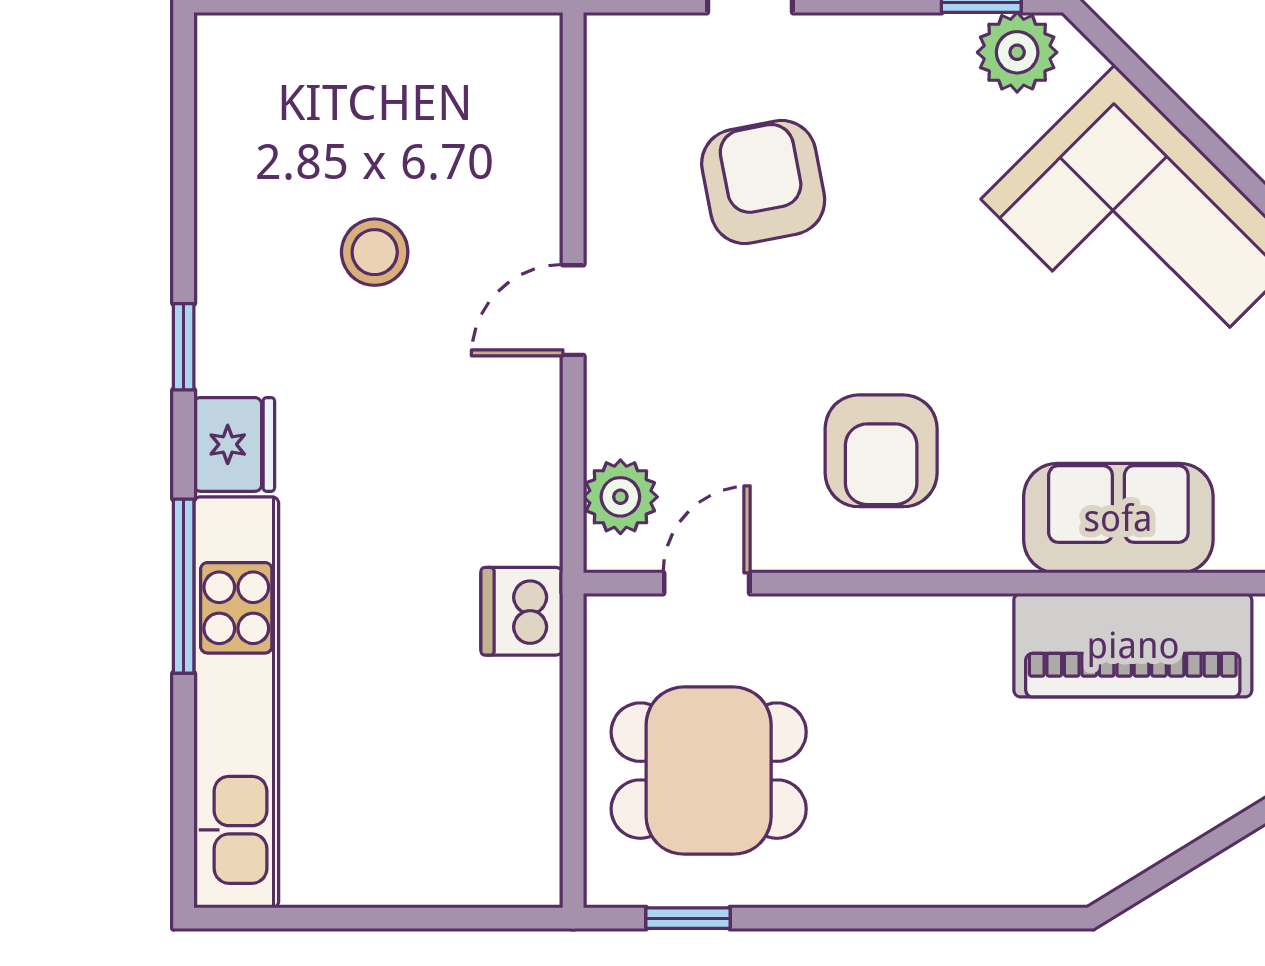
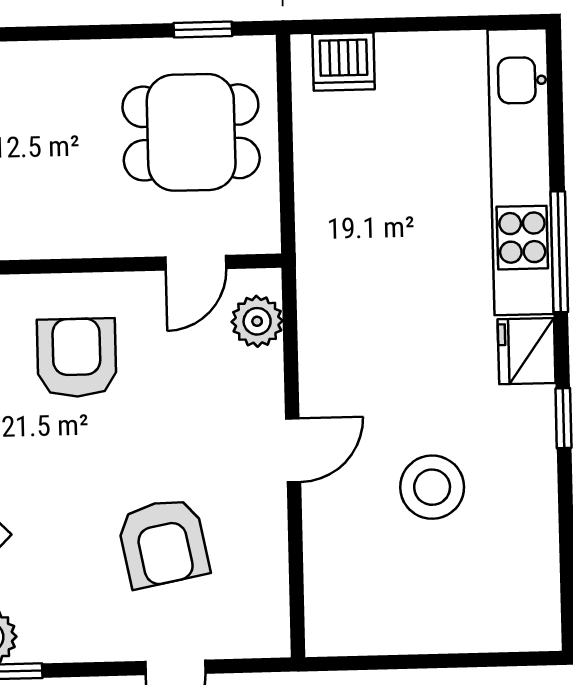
stool: (375, 252) -> (432, 487), width x1.38, depth x1.38
dishwasher: (522, 611) -> (344, 62), moved, turned 90

